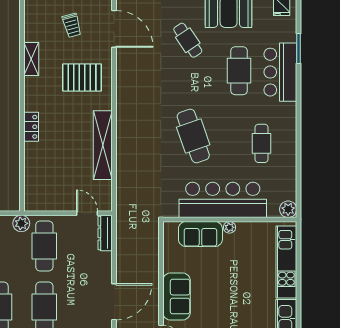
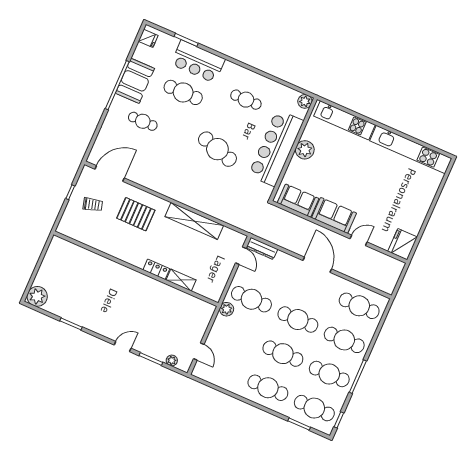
cafe table: (188, 40) -> (143, 121), turned 34
shelving: (31, 59) -> (181, 280), moved
pallet: (82, 78) -> (136, 214), turned 90
cafe table: (193, 136) -> (217, 149), turned 36
door: (87, 213) -> (241, 256), swing flipped
plant: (229, 227) -> (305, 150), width x1.88, depth x1.88
sofa: (200, 234) -> (298, 201), moved, turned -90

